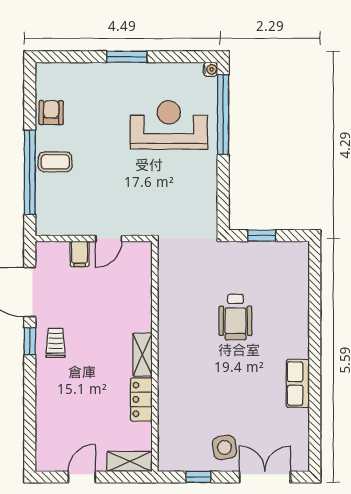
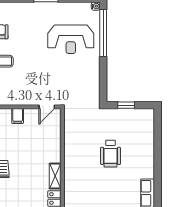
reception desk: (169, 125) -> (71, 39), turned 180
door: (108, 238) -> (47, 107), moved

